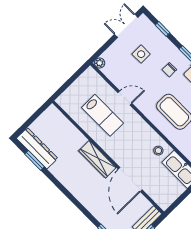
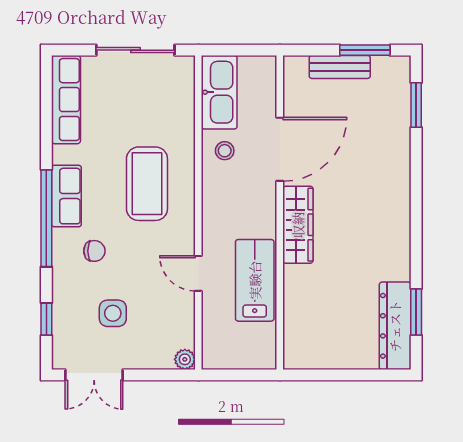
wall: (108, 157) -> (280, 212), moved
wardrobe: (97, 159) -> (298, 225), moved
door: (130, 180) -> (280, 149), moved

